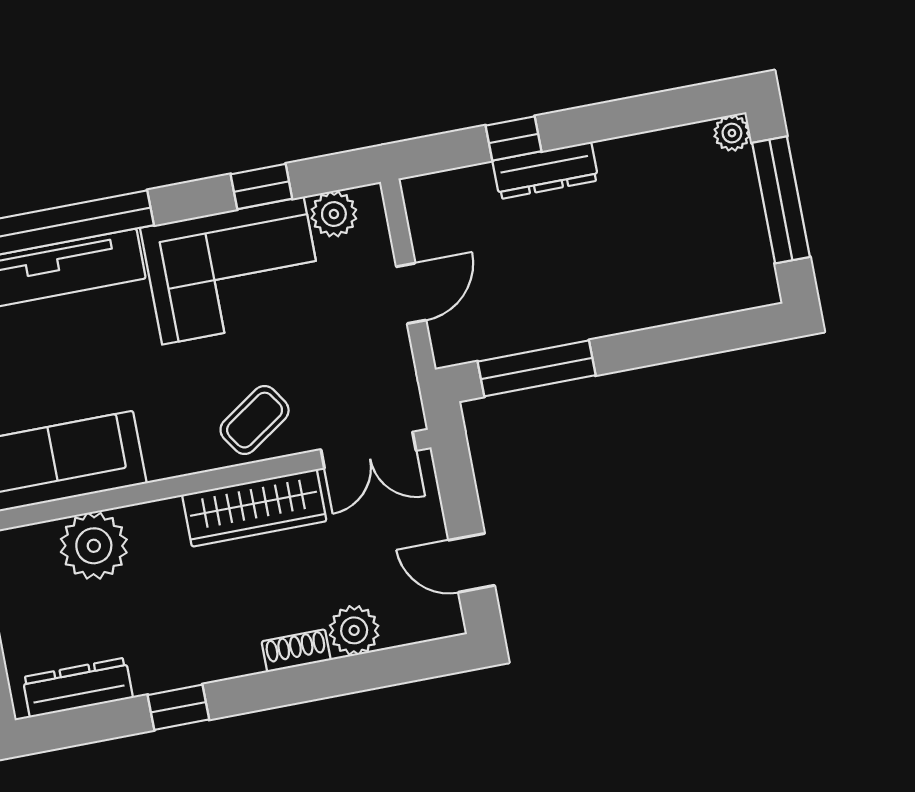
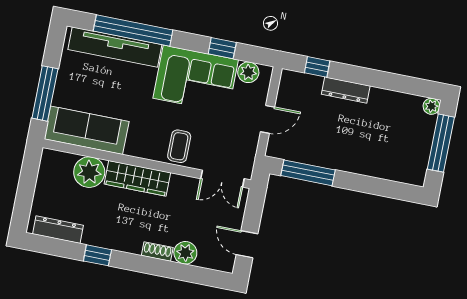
window: (514, 138) -> (317, 67), moved
coffee table: (255, 420) -> (179, 146), turned -56
wardrobe: (254, 508) -> (137, 178), moved

